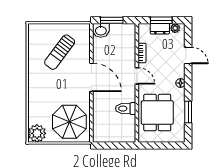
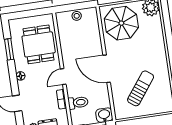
door: (137, 76) -> (63, 77), hinge flipped
toilet: (126, 109) -> (78, 103), moved
stool: (114, 136) -> (77, 16), added

